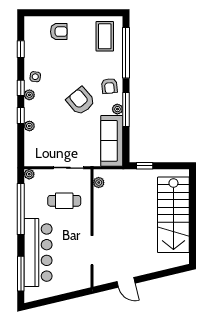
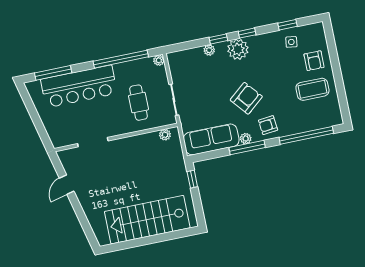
coffee table: (105, 36) -> (312, 89), moved
side table: (35, 77) -> (291, 42), moved
plant: (29, 95) -> (238, 49), width x1.88, depth x1.88

